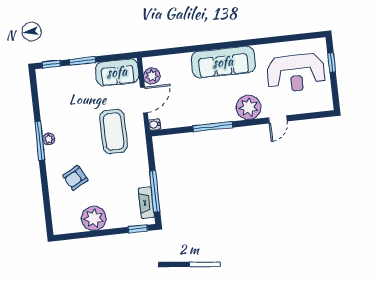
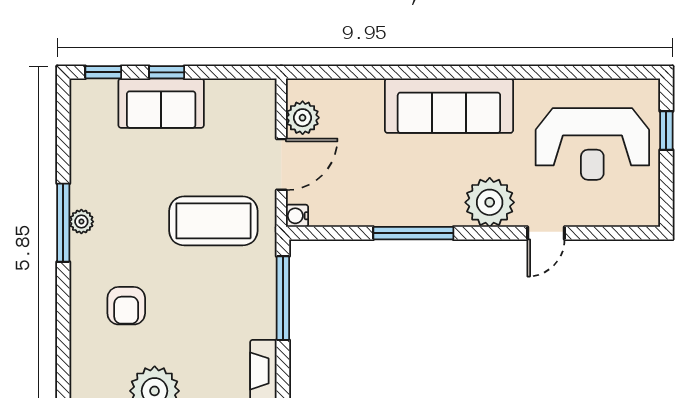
window: (83, 61) -> (167, 72), width x0.67
sofa: (117, 72) -> (161, 103), moved
coffee table: (114, 131) -> (213, 221), turned 90
armchair: (75, 178) -> (126, 306), turned -61
window: (155, 191) -> (283, 298), moved

